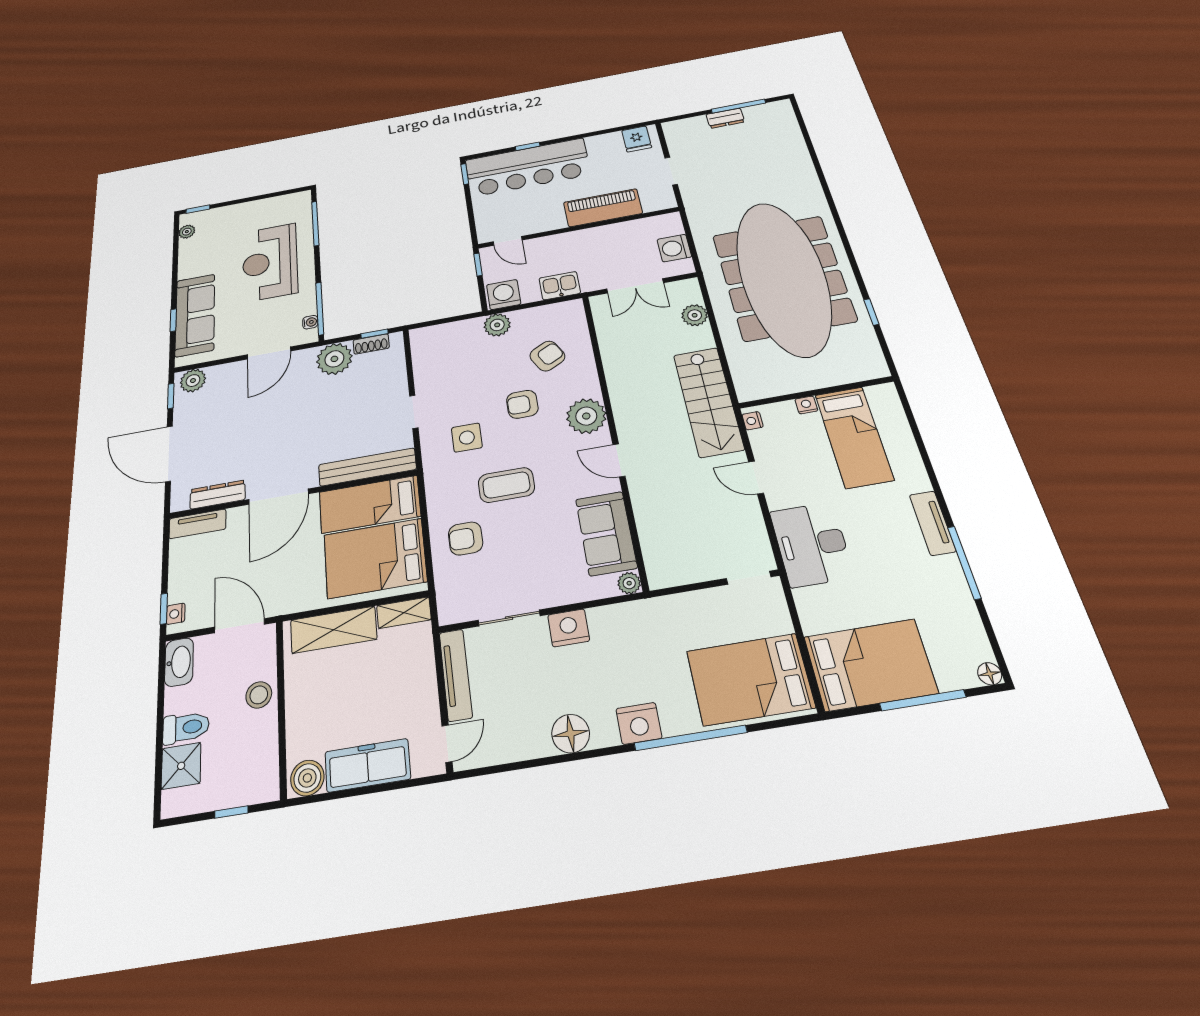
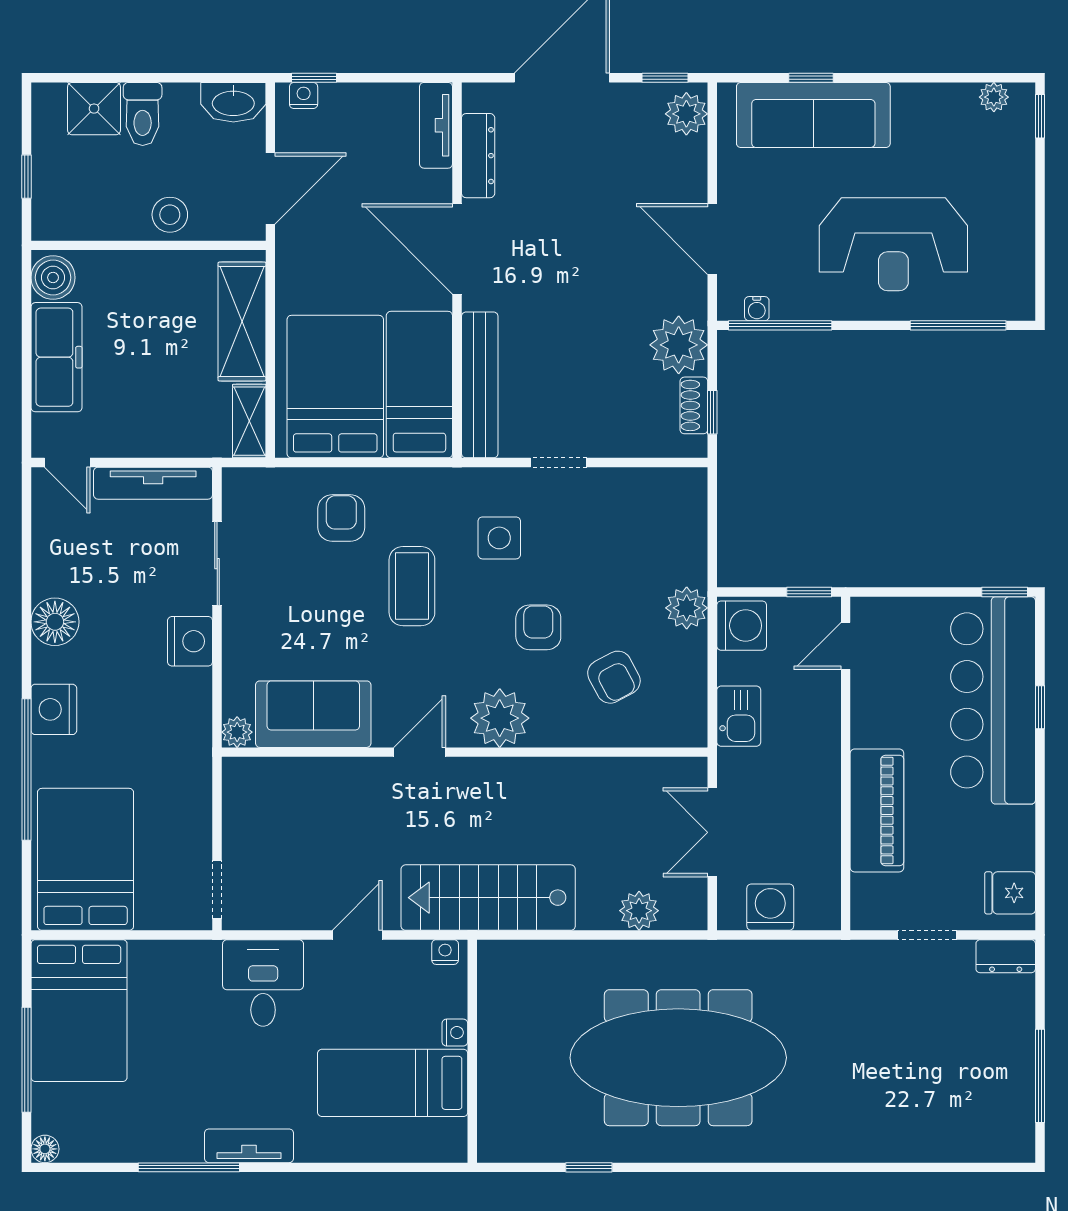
dresser: (725, 118) -> (1006, 956), moved, turned -90
reception desk: (270, 262) -> (893, 244), turned 180
meeting table: (783, 277) -> (678, 1058), width x0.73, depth x0.79
desk: (812, 544) -> (263, 983), width x0.73

